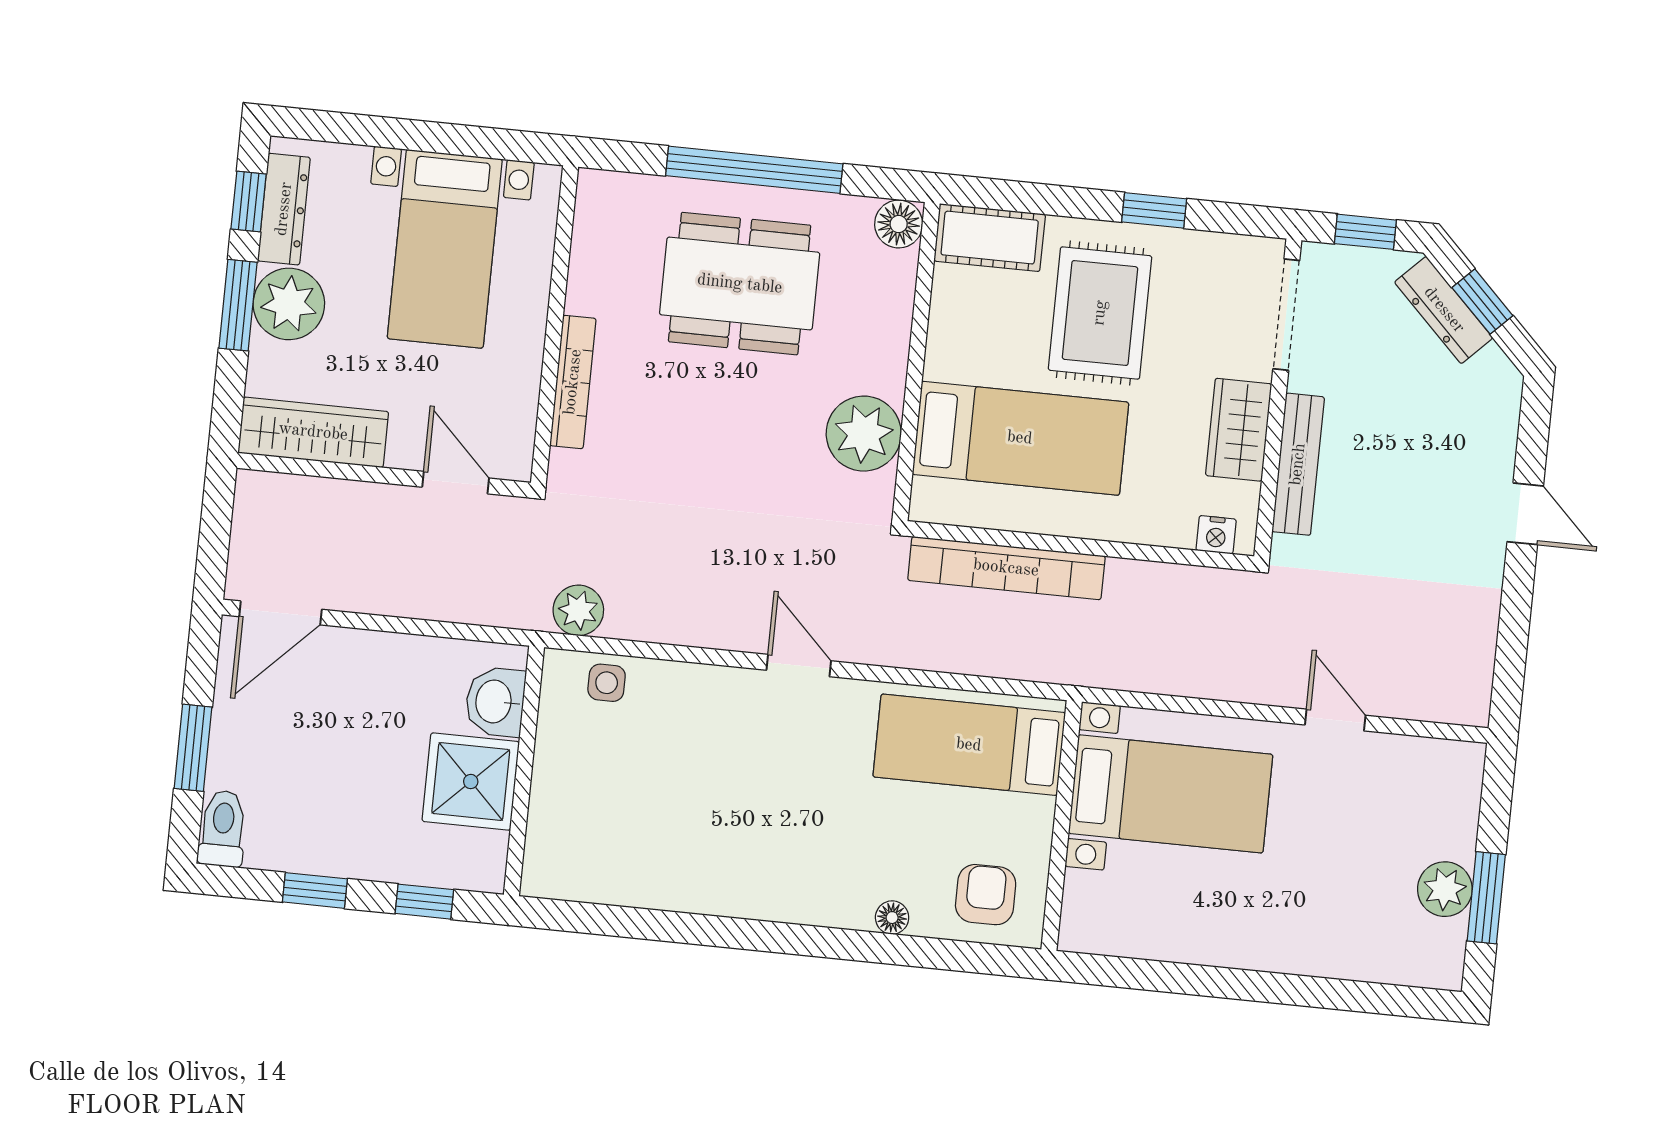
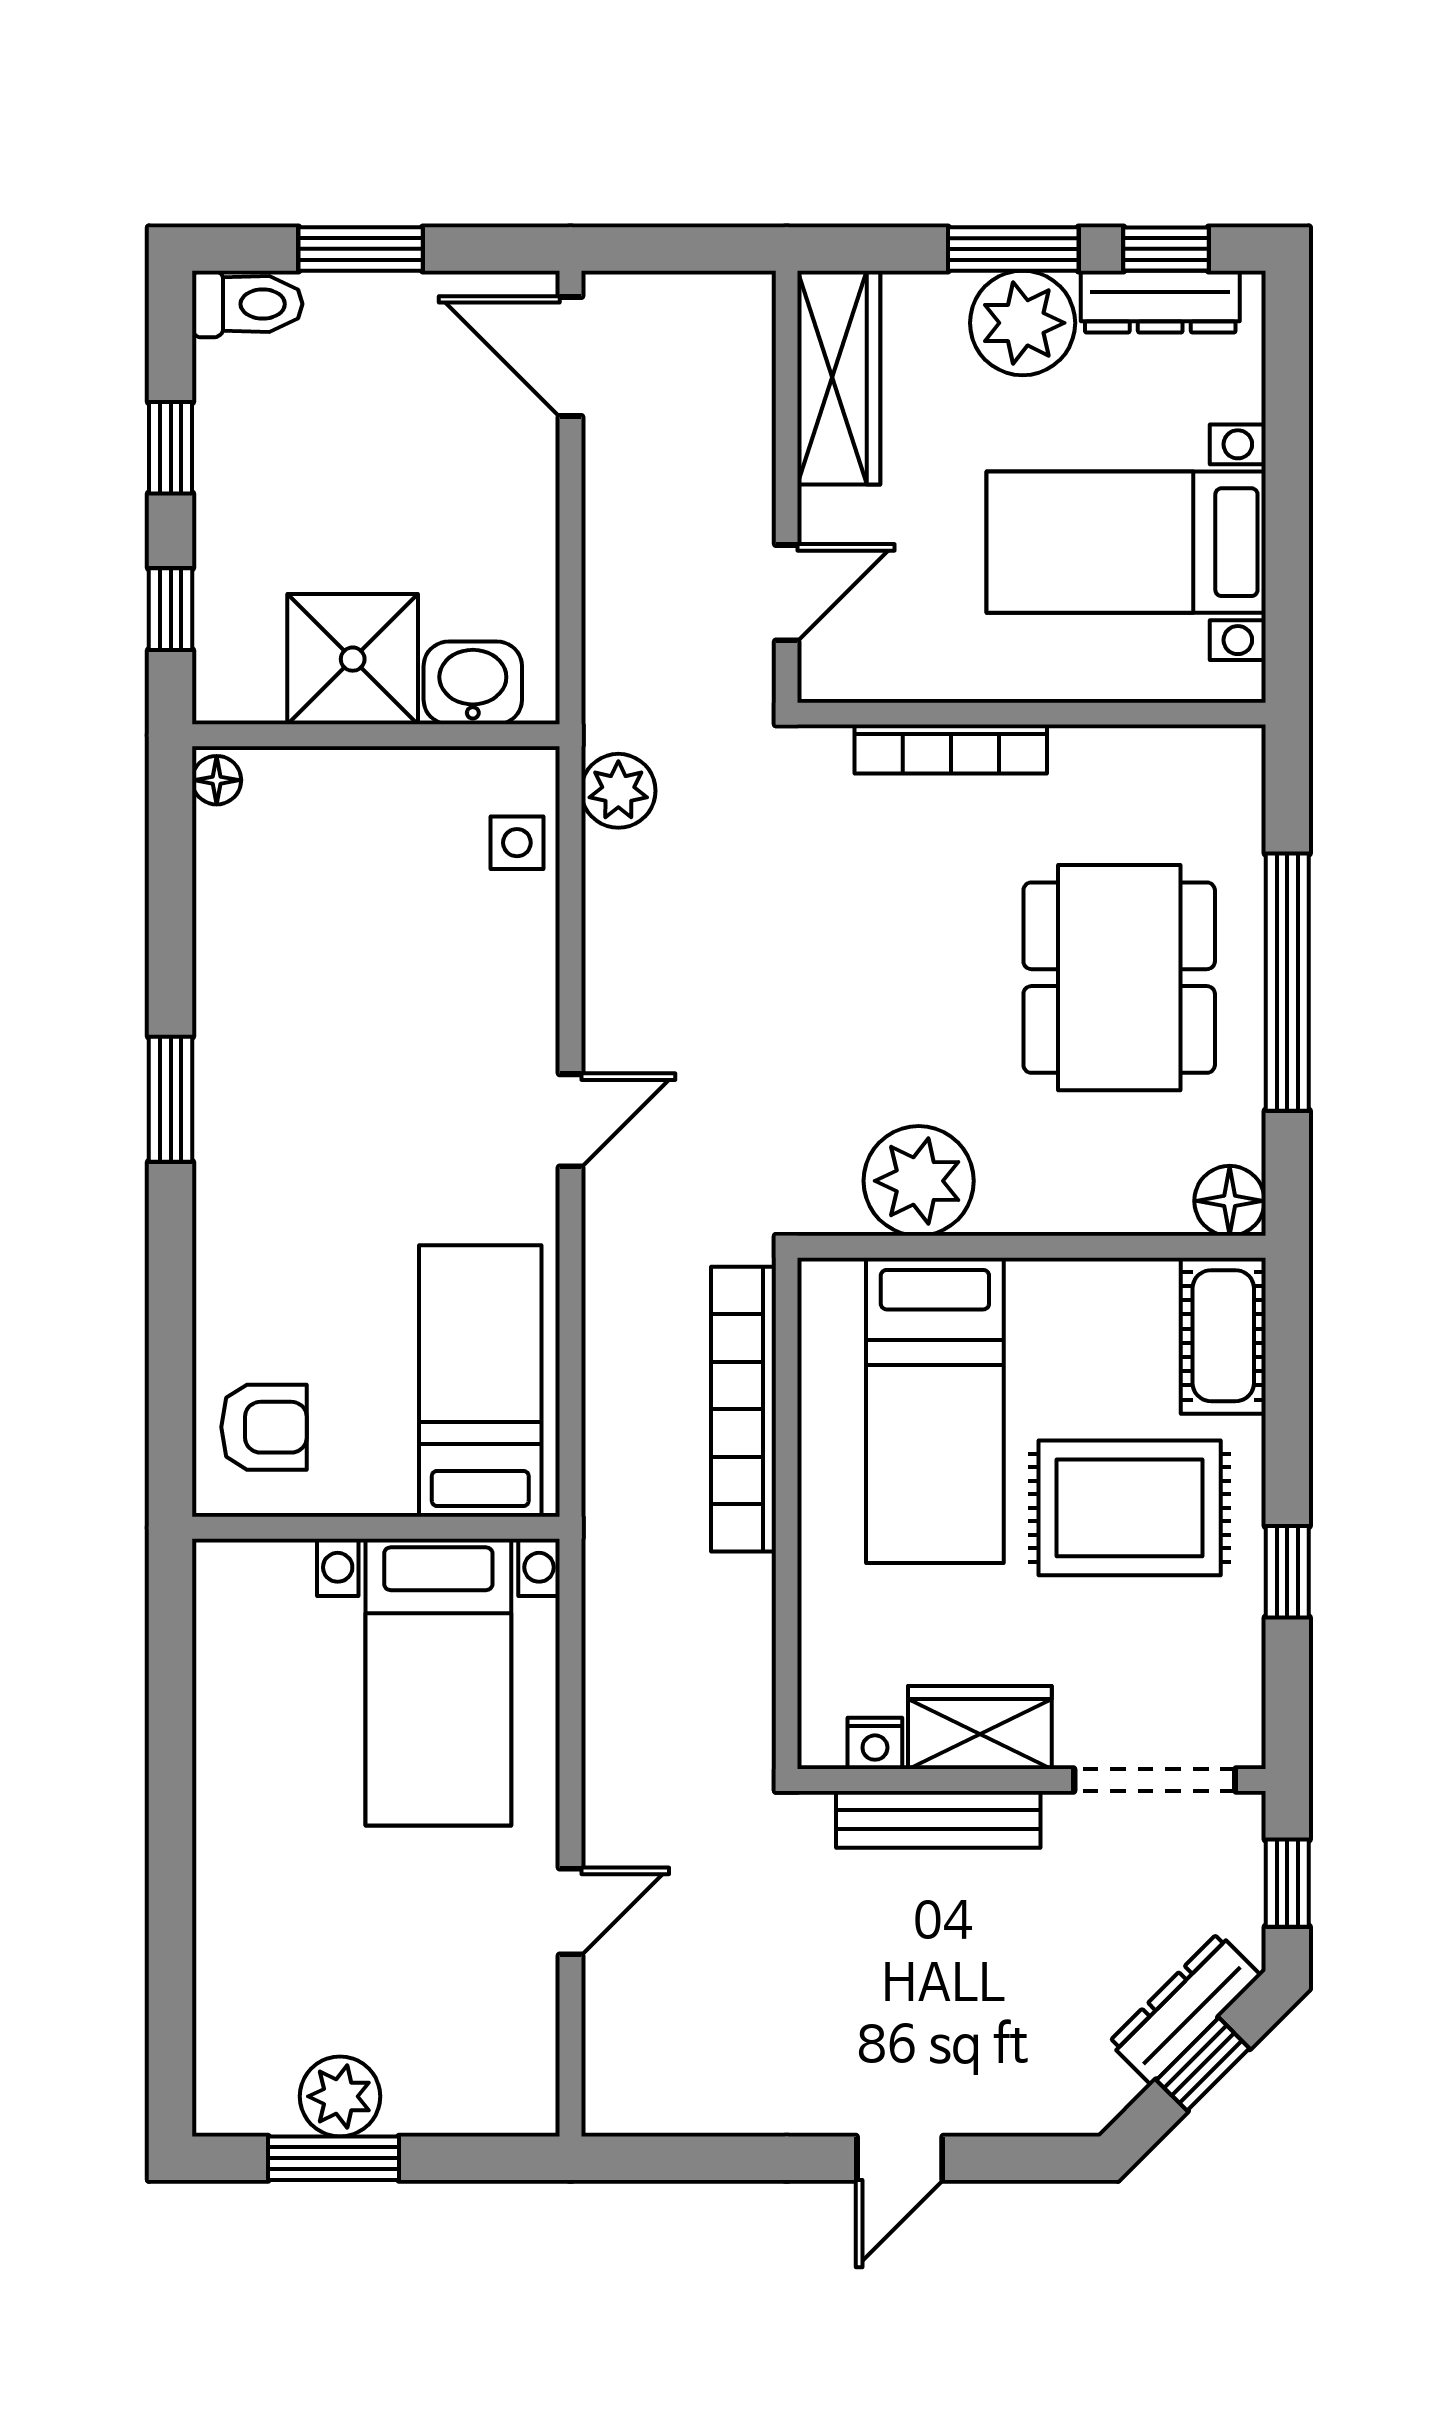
nightstand: (1216, 535) -> (875, 1743), moved, turned -90
floor lamp: (892, 918) -> (217, 780), moved
window: (757, 935) -> (171, 1099), added

